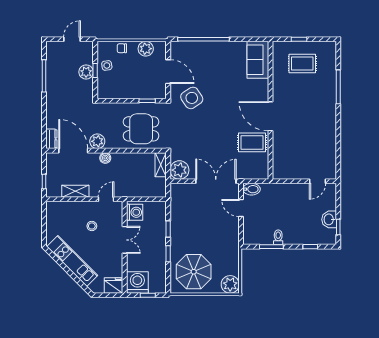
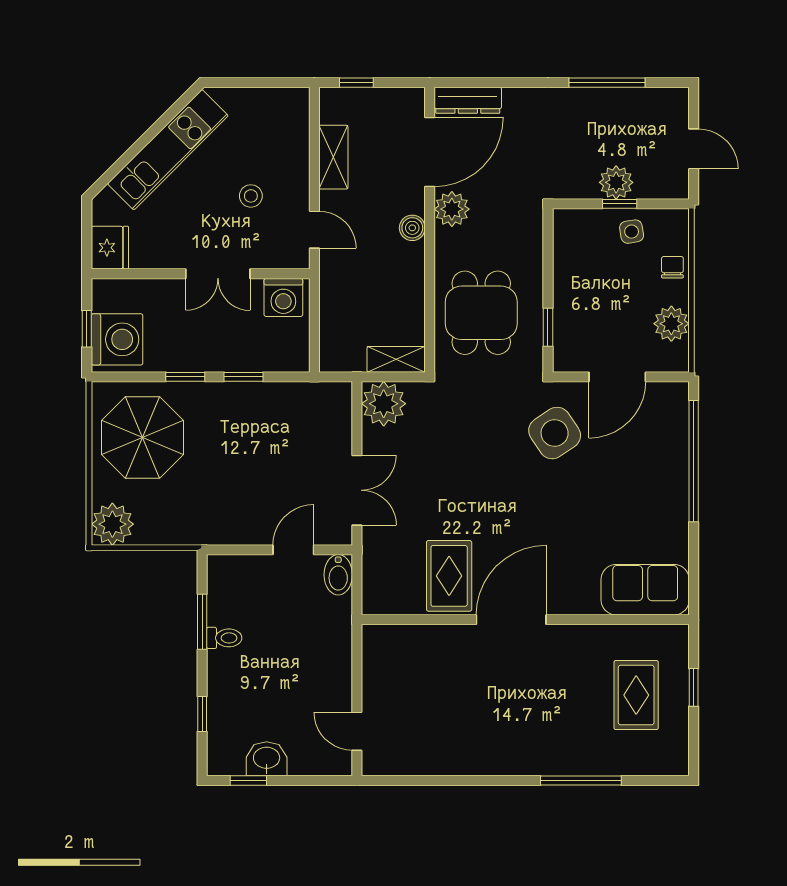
dresser: (51, 139) -> (468, 100), width x1.44
double door: (216, 181) -> (357, 490), width x0.73
washing machine: (137, 282) -> (117, 339), moved

